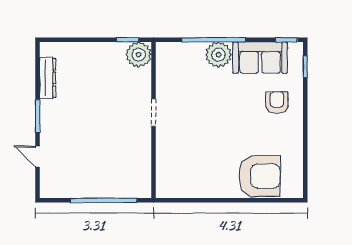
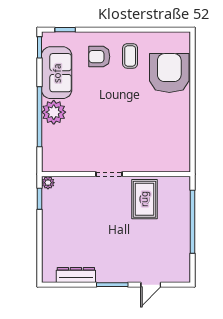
plant: (139, 55) -> (48, 183), width x0.53, depth x0.53
coffee table: (277, 135) -> (130, 56), added
rug: (127, 150) -> (144, 199), added

